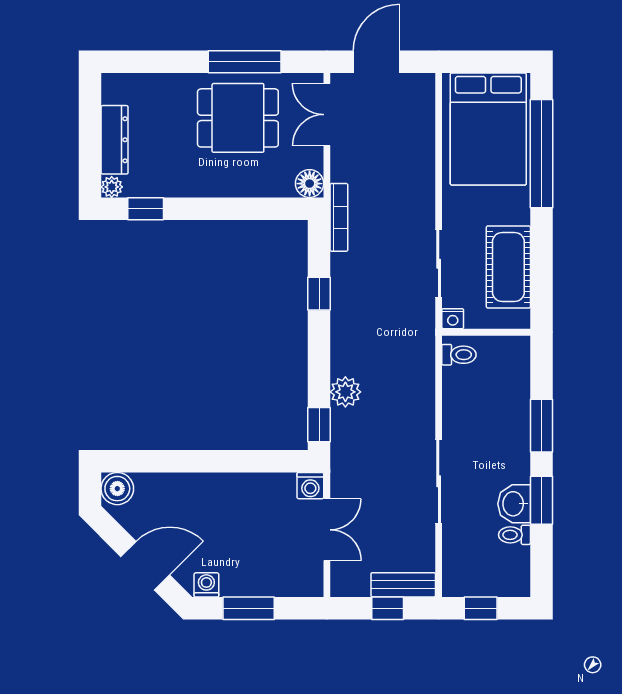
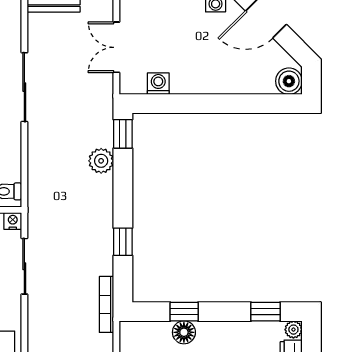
floor lamp: (310, 184) -> (184, 332), moved
window: (245, 209) -> (184, 312), added
washing machine: (310, 486) -> (158, 84), moved

